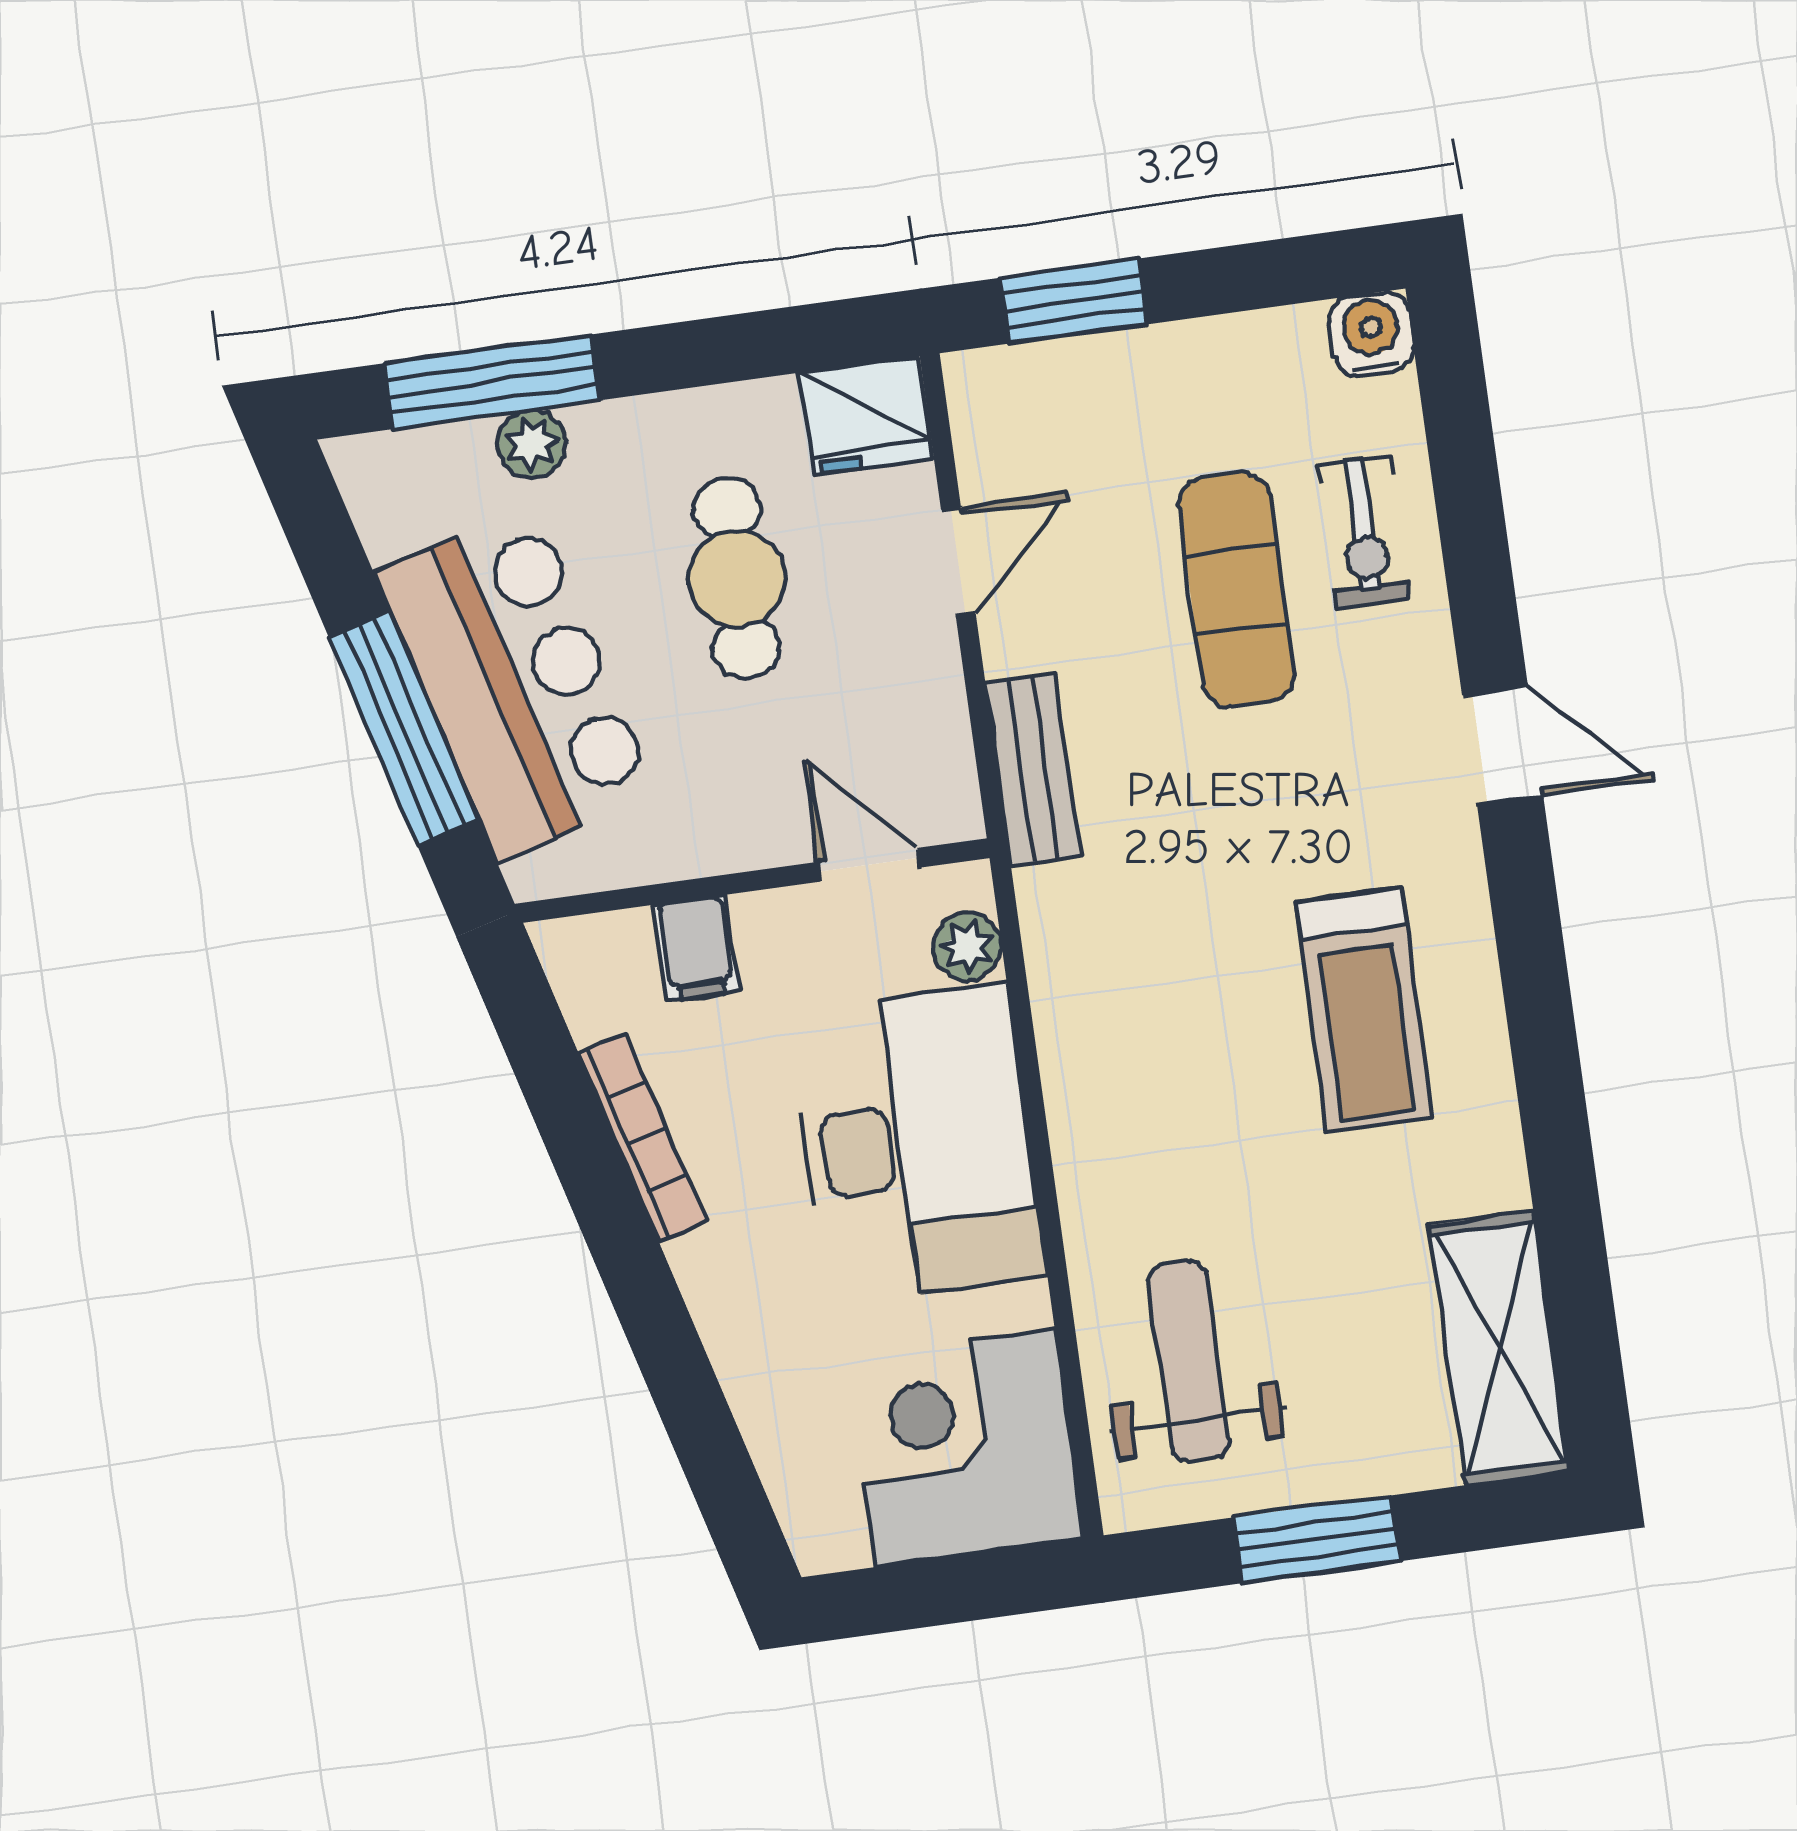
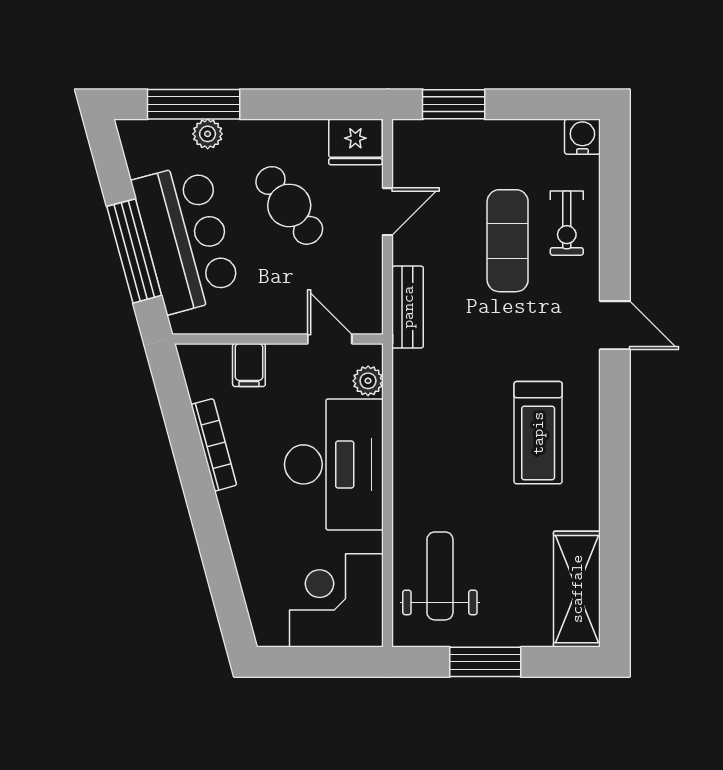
cafe table: (737, 579) -> (289, 205), turned -37

